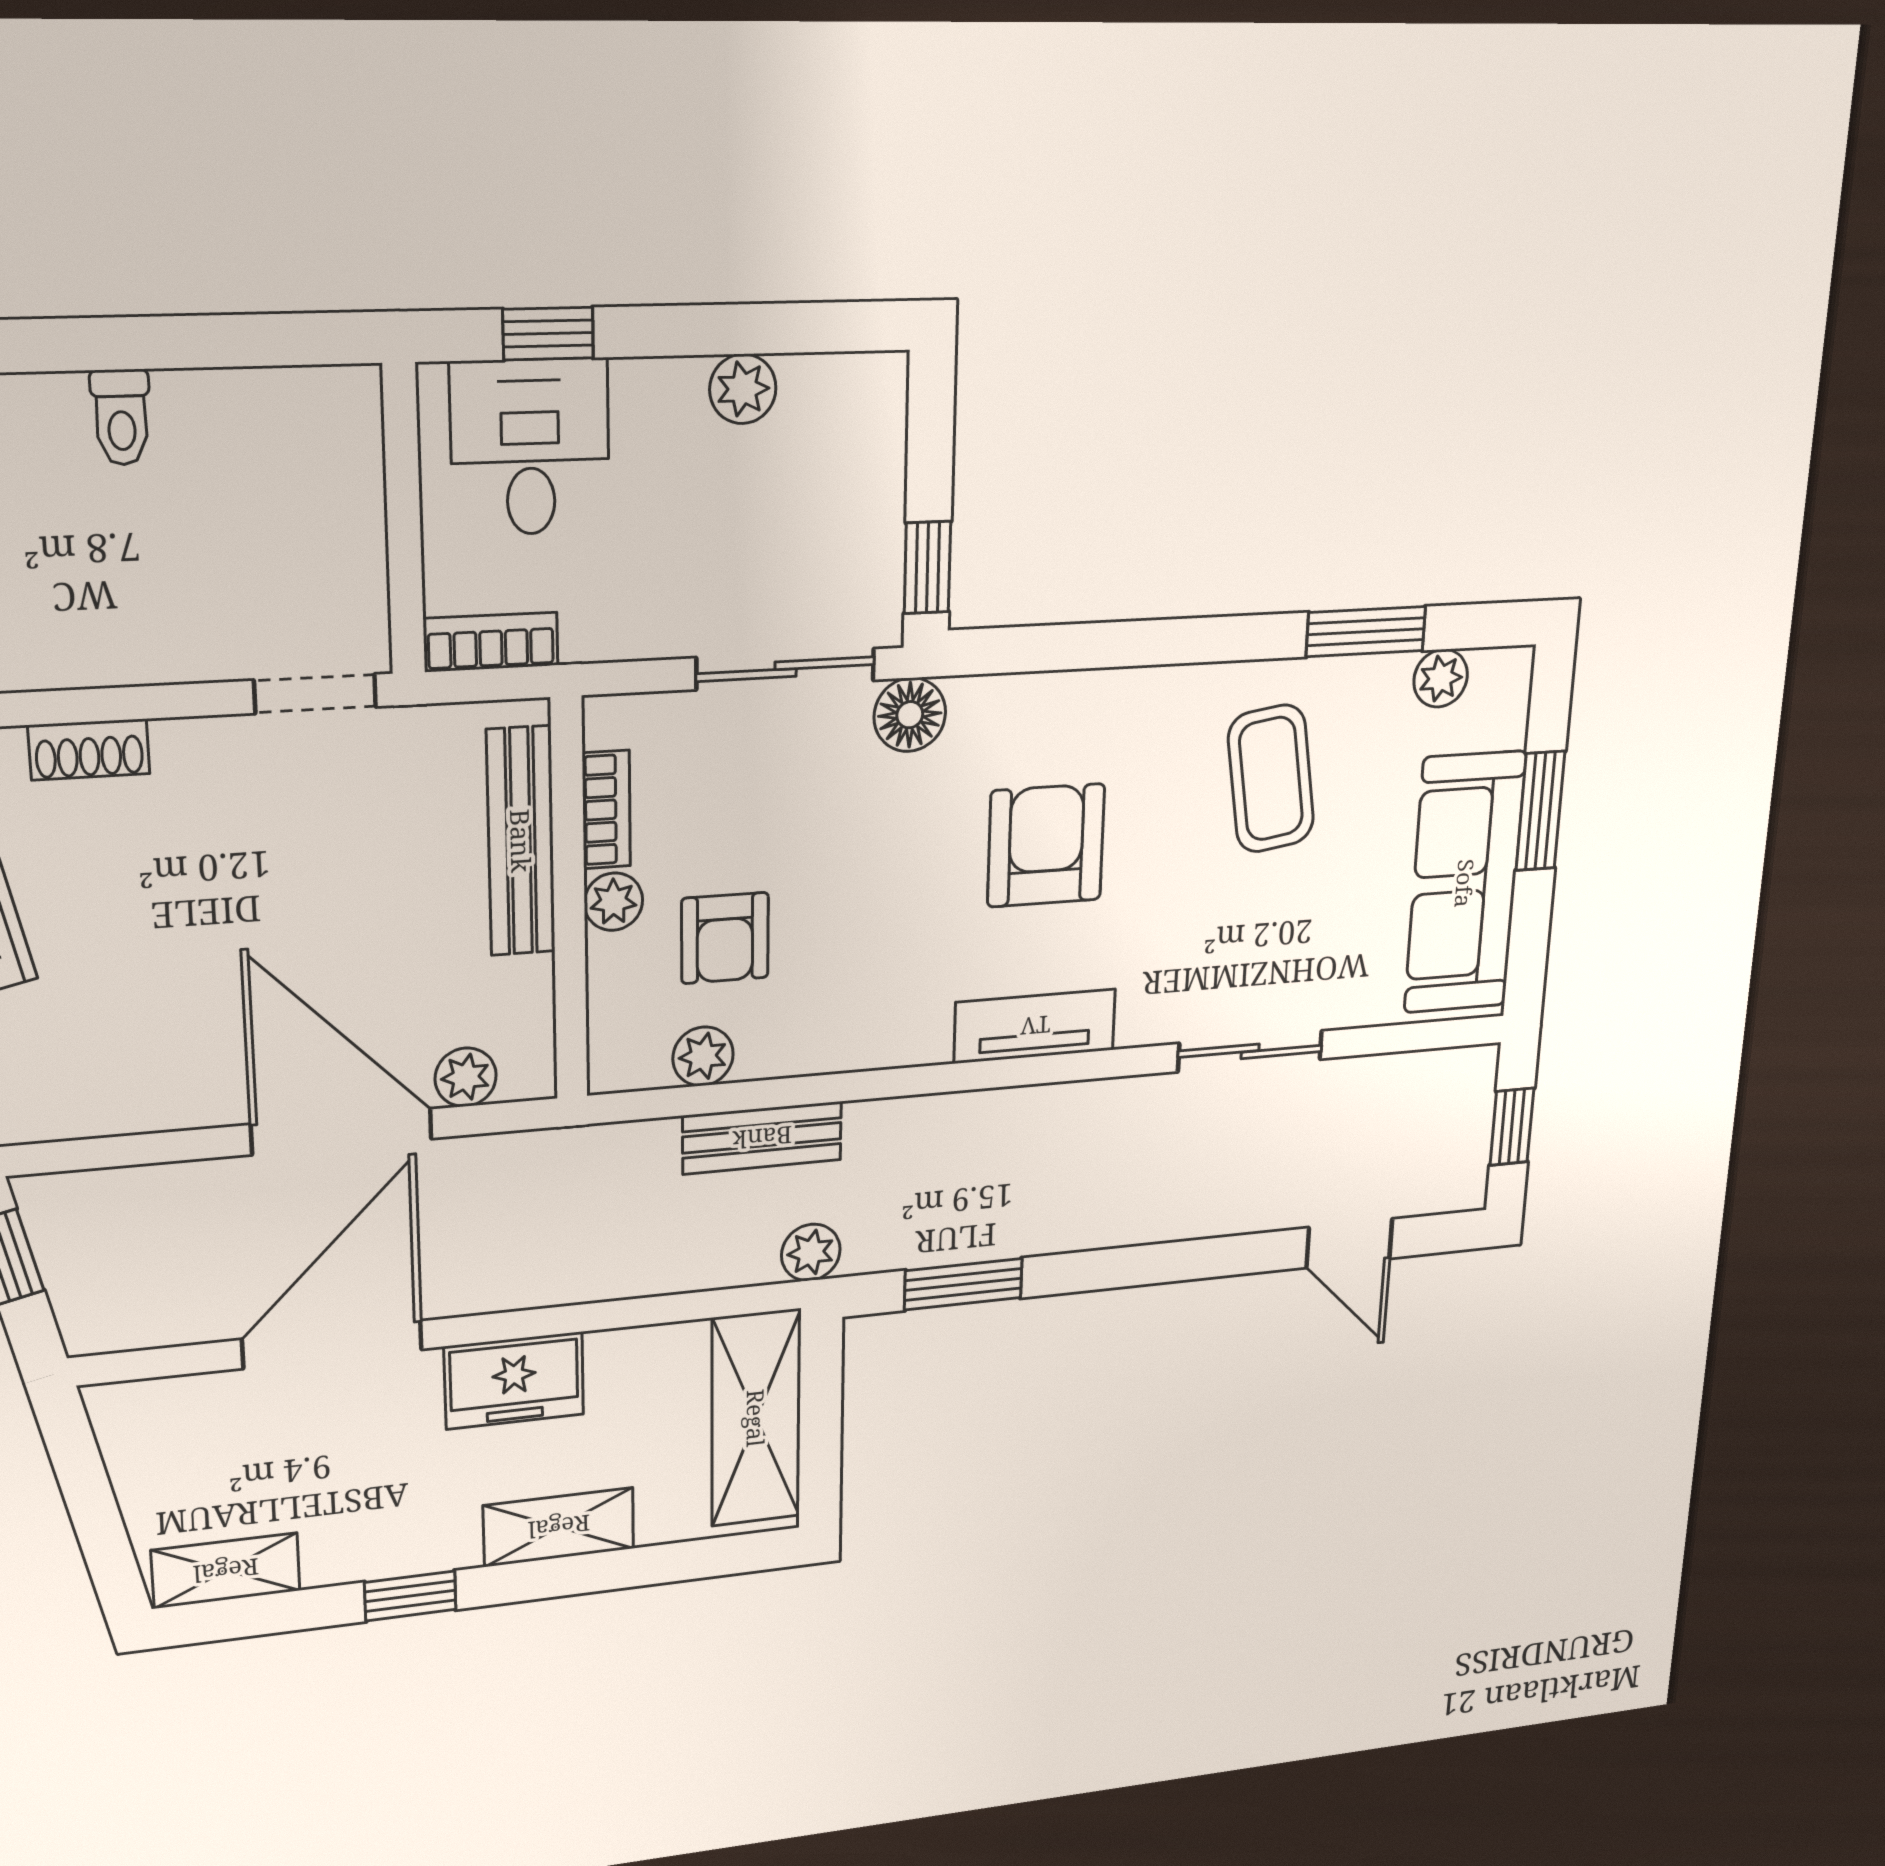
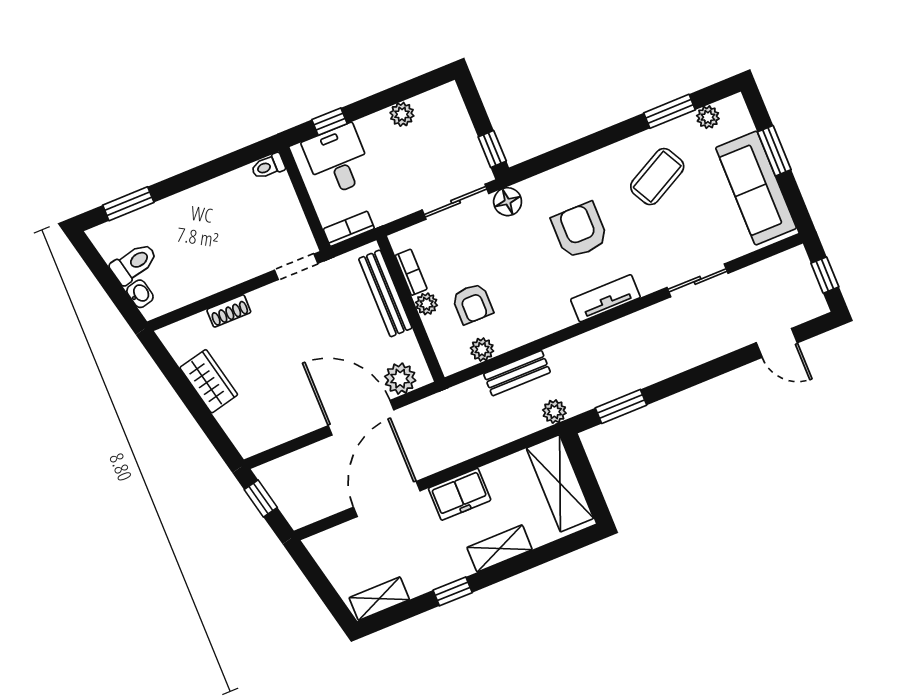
toilet: (121, 417) -> (268, 166), moved, turned 90
coffee table: (1271, 779) -> (657, 177), turned 71
plant: (466, 1077) -> (400, 379), width x1.38, depth x1.38

